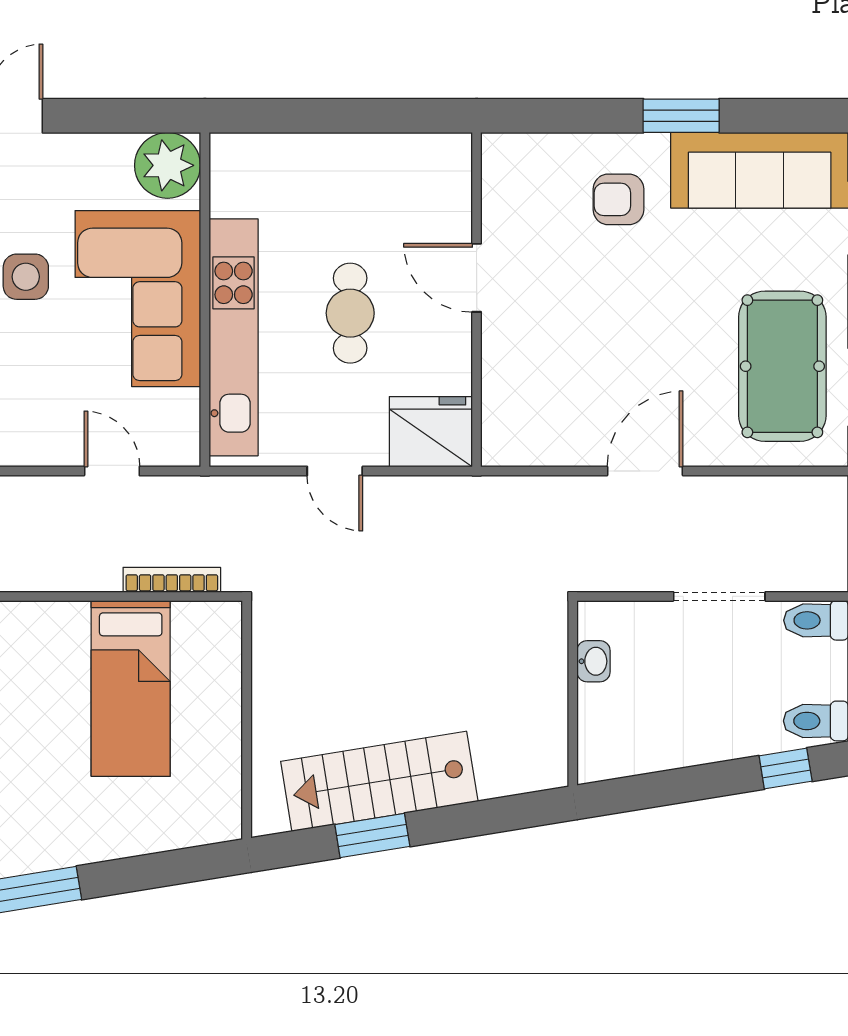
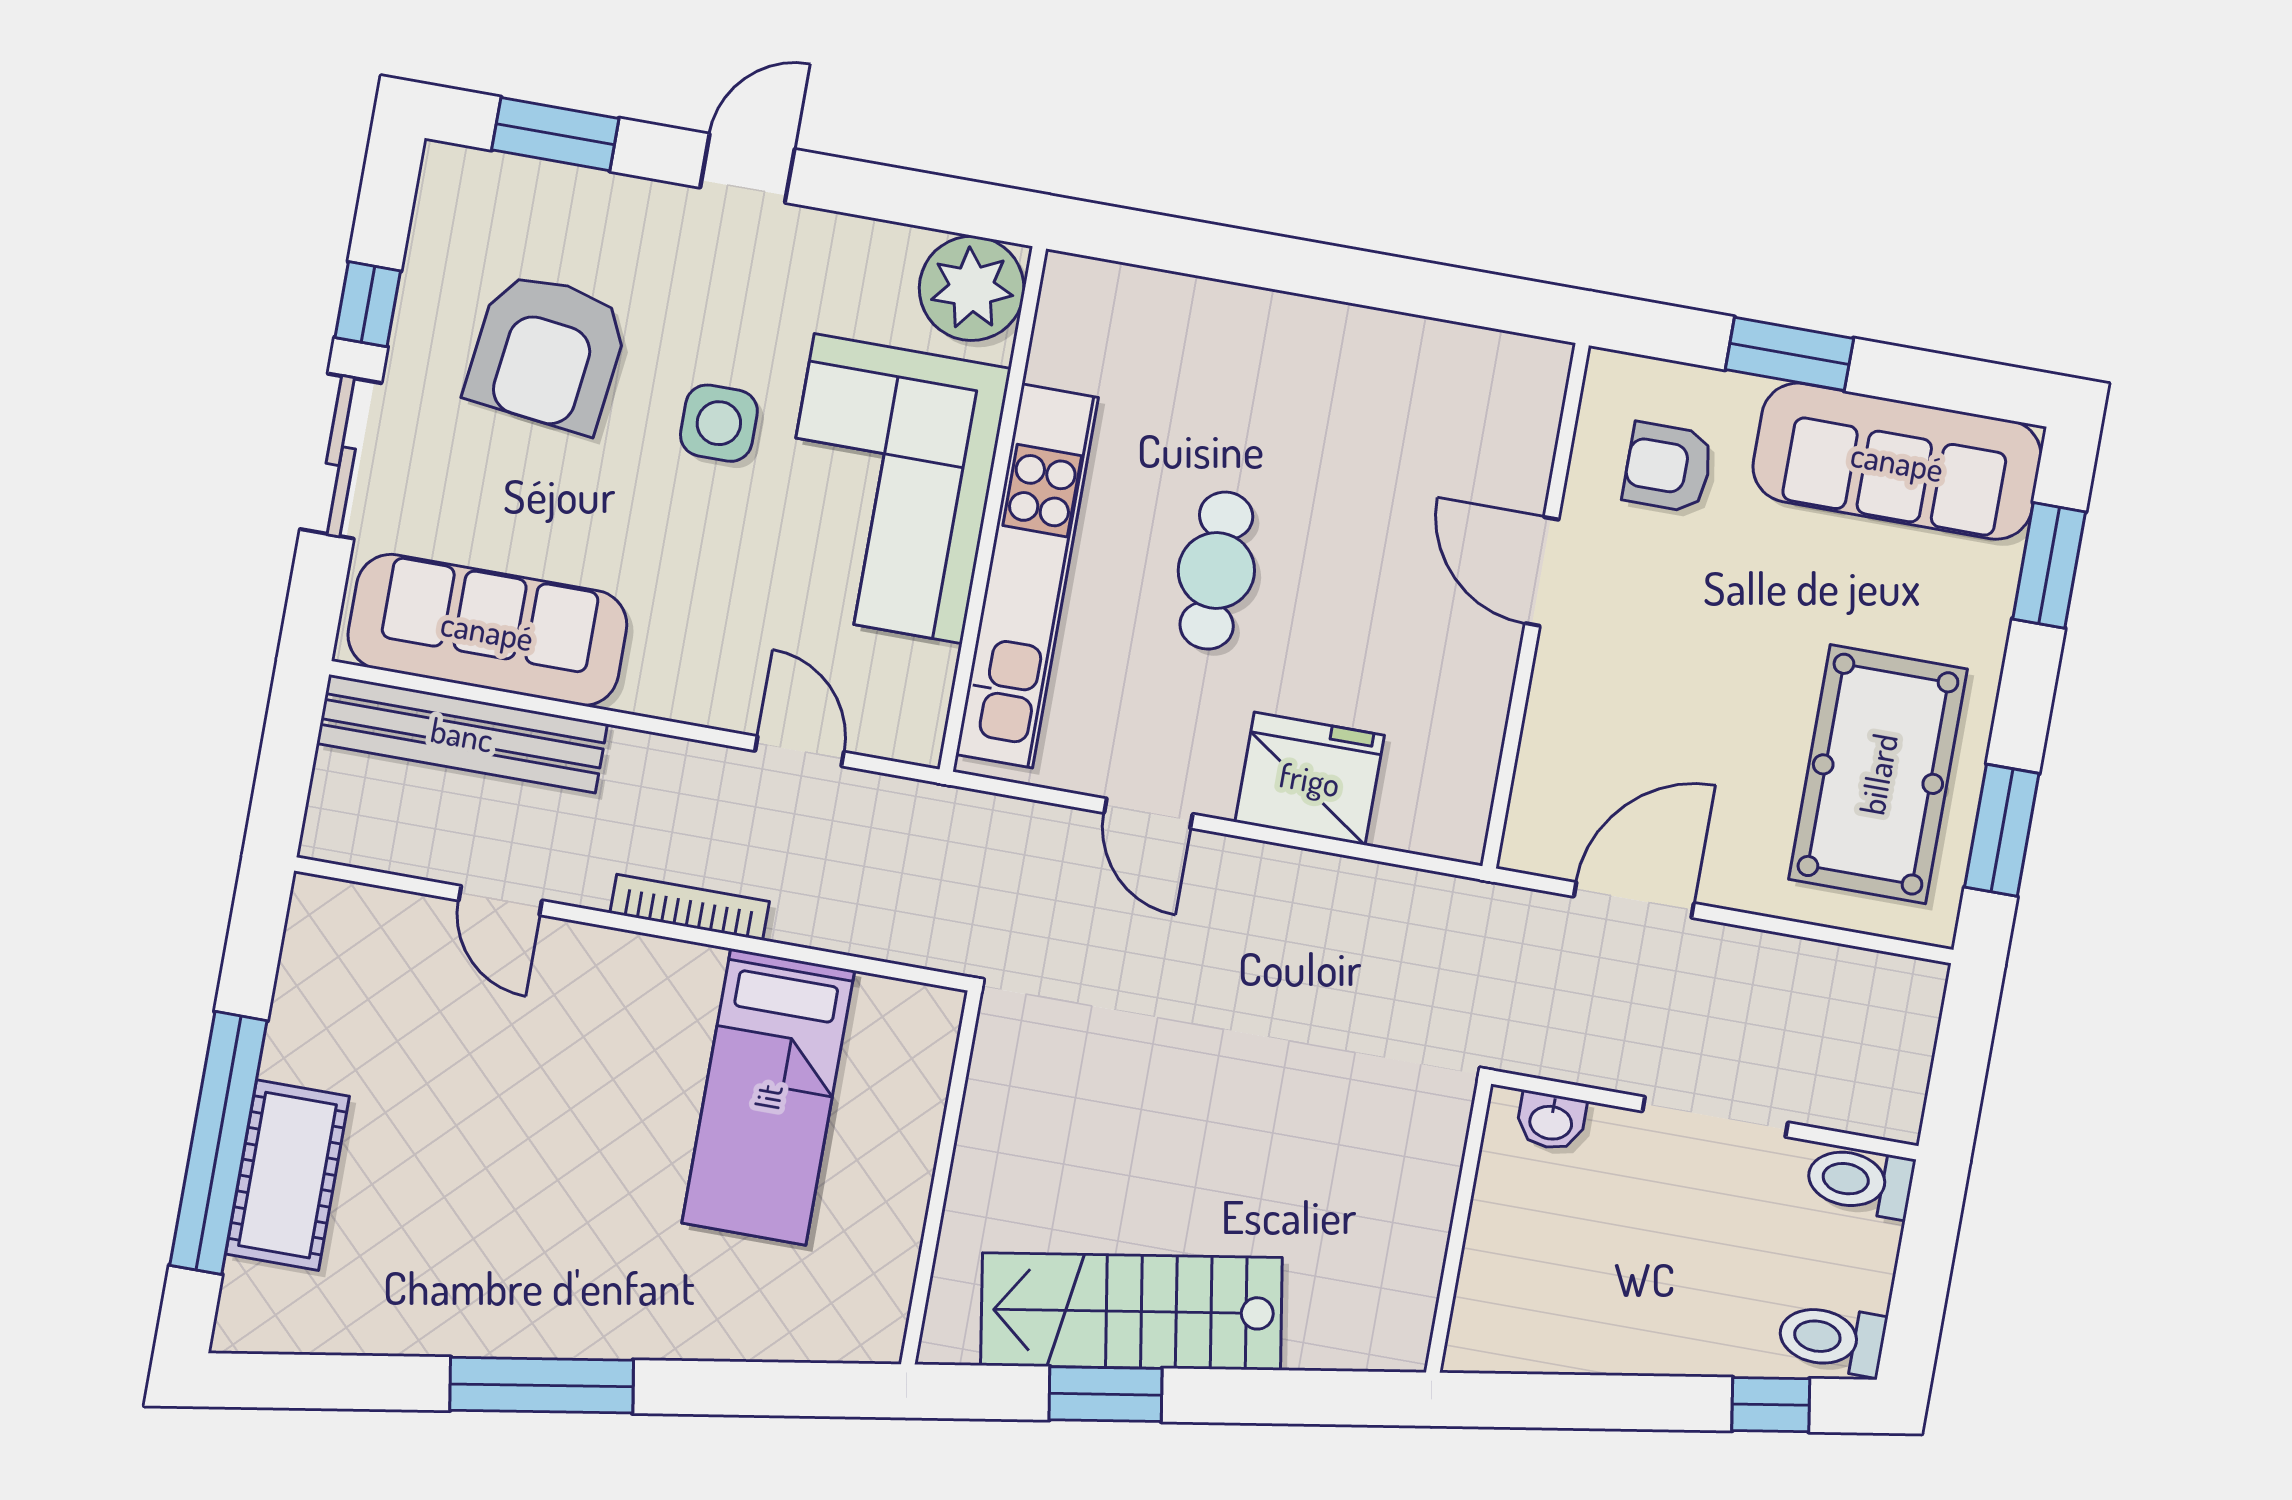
door: (477, 278) -> (1542, 571), moved
wall: (477, 300) -> (1536, 606), moved
bookcase: (172, 580) -> (690, 907), moved
washbasin: (593, 661) -> (1551, 1121), moved, turned 90

